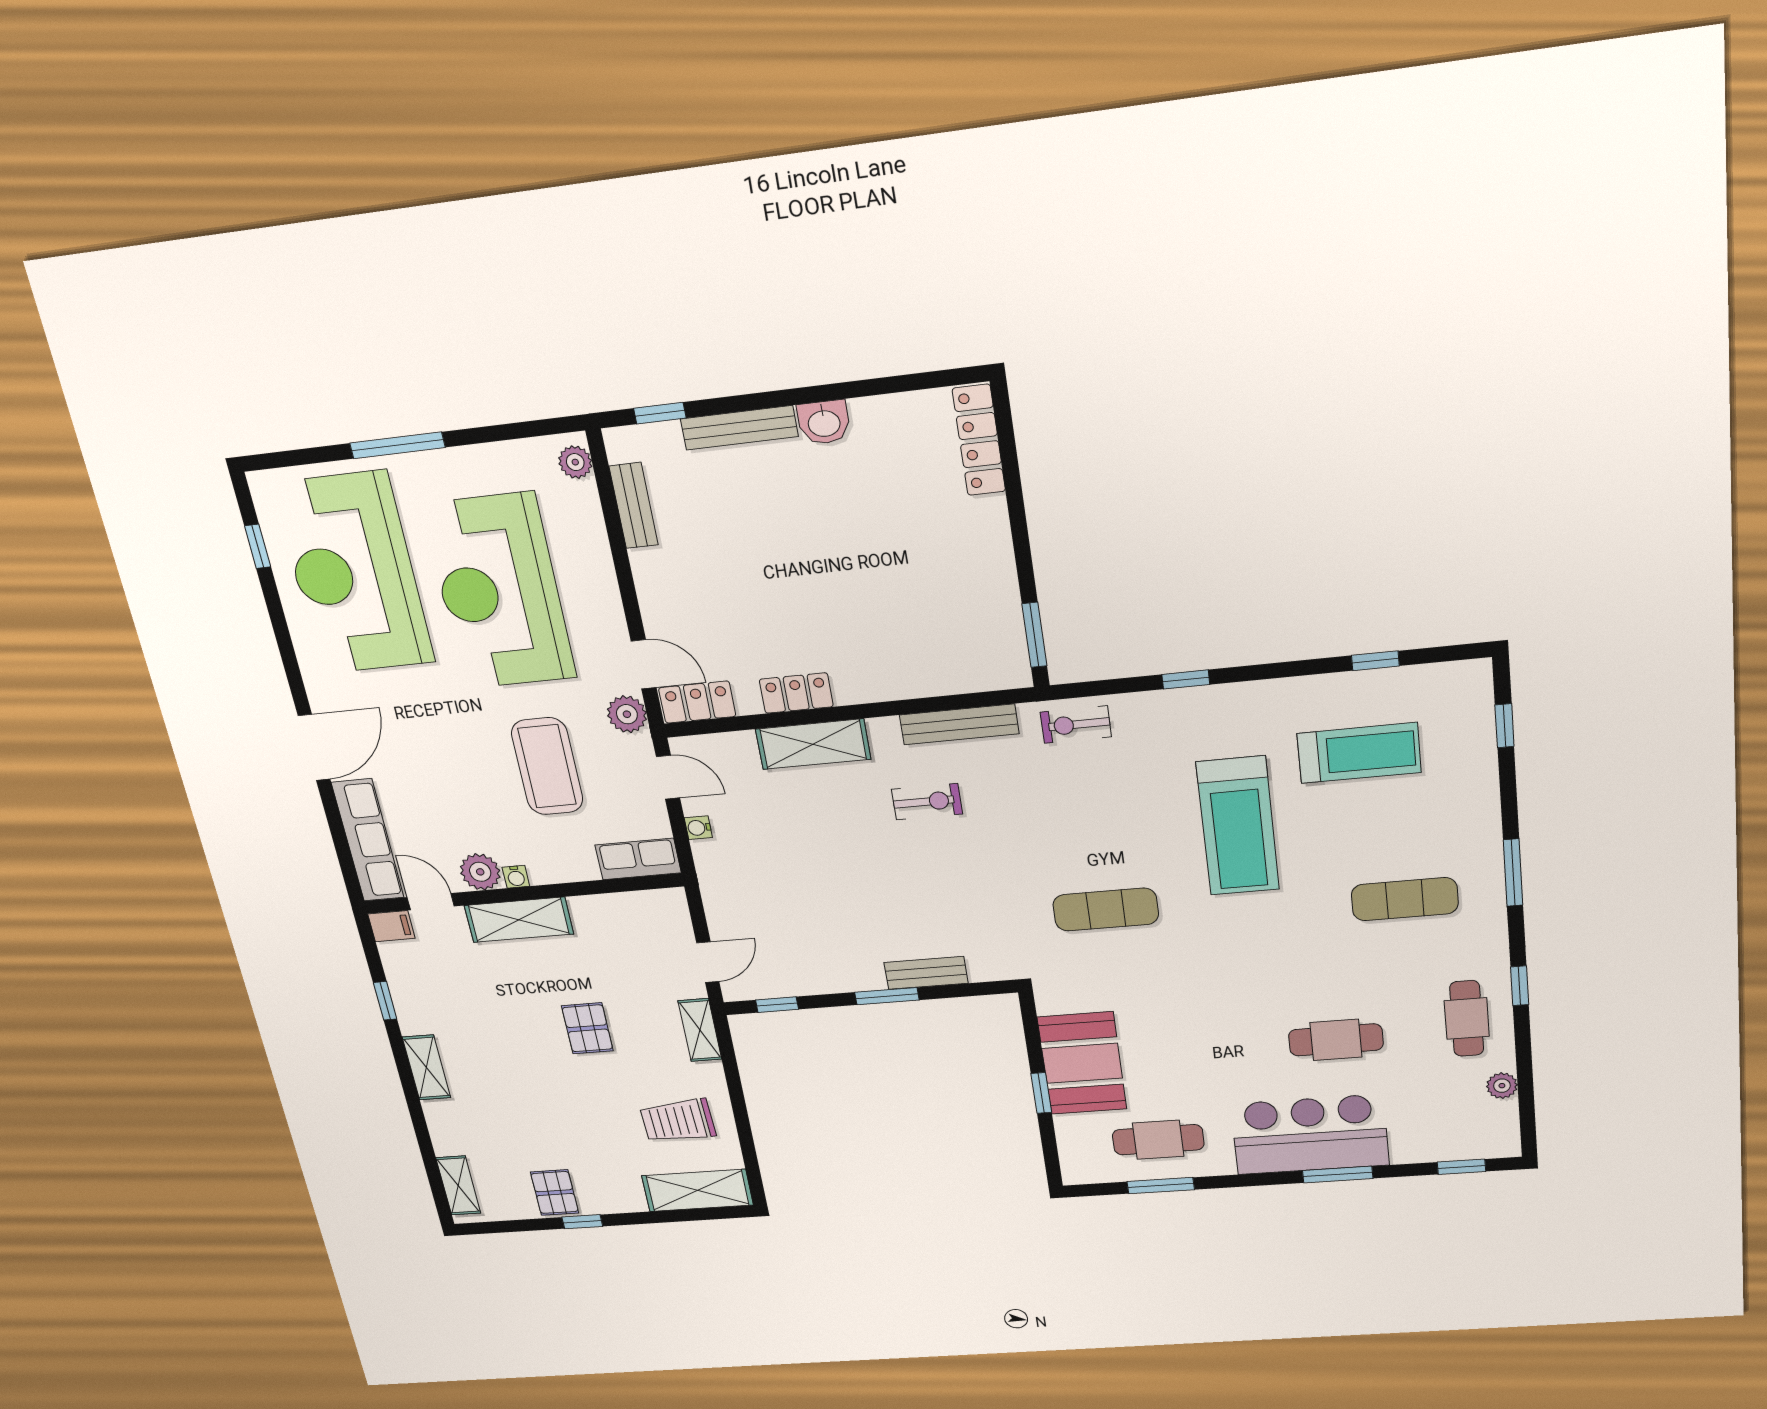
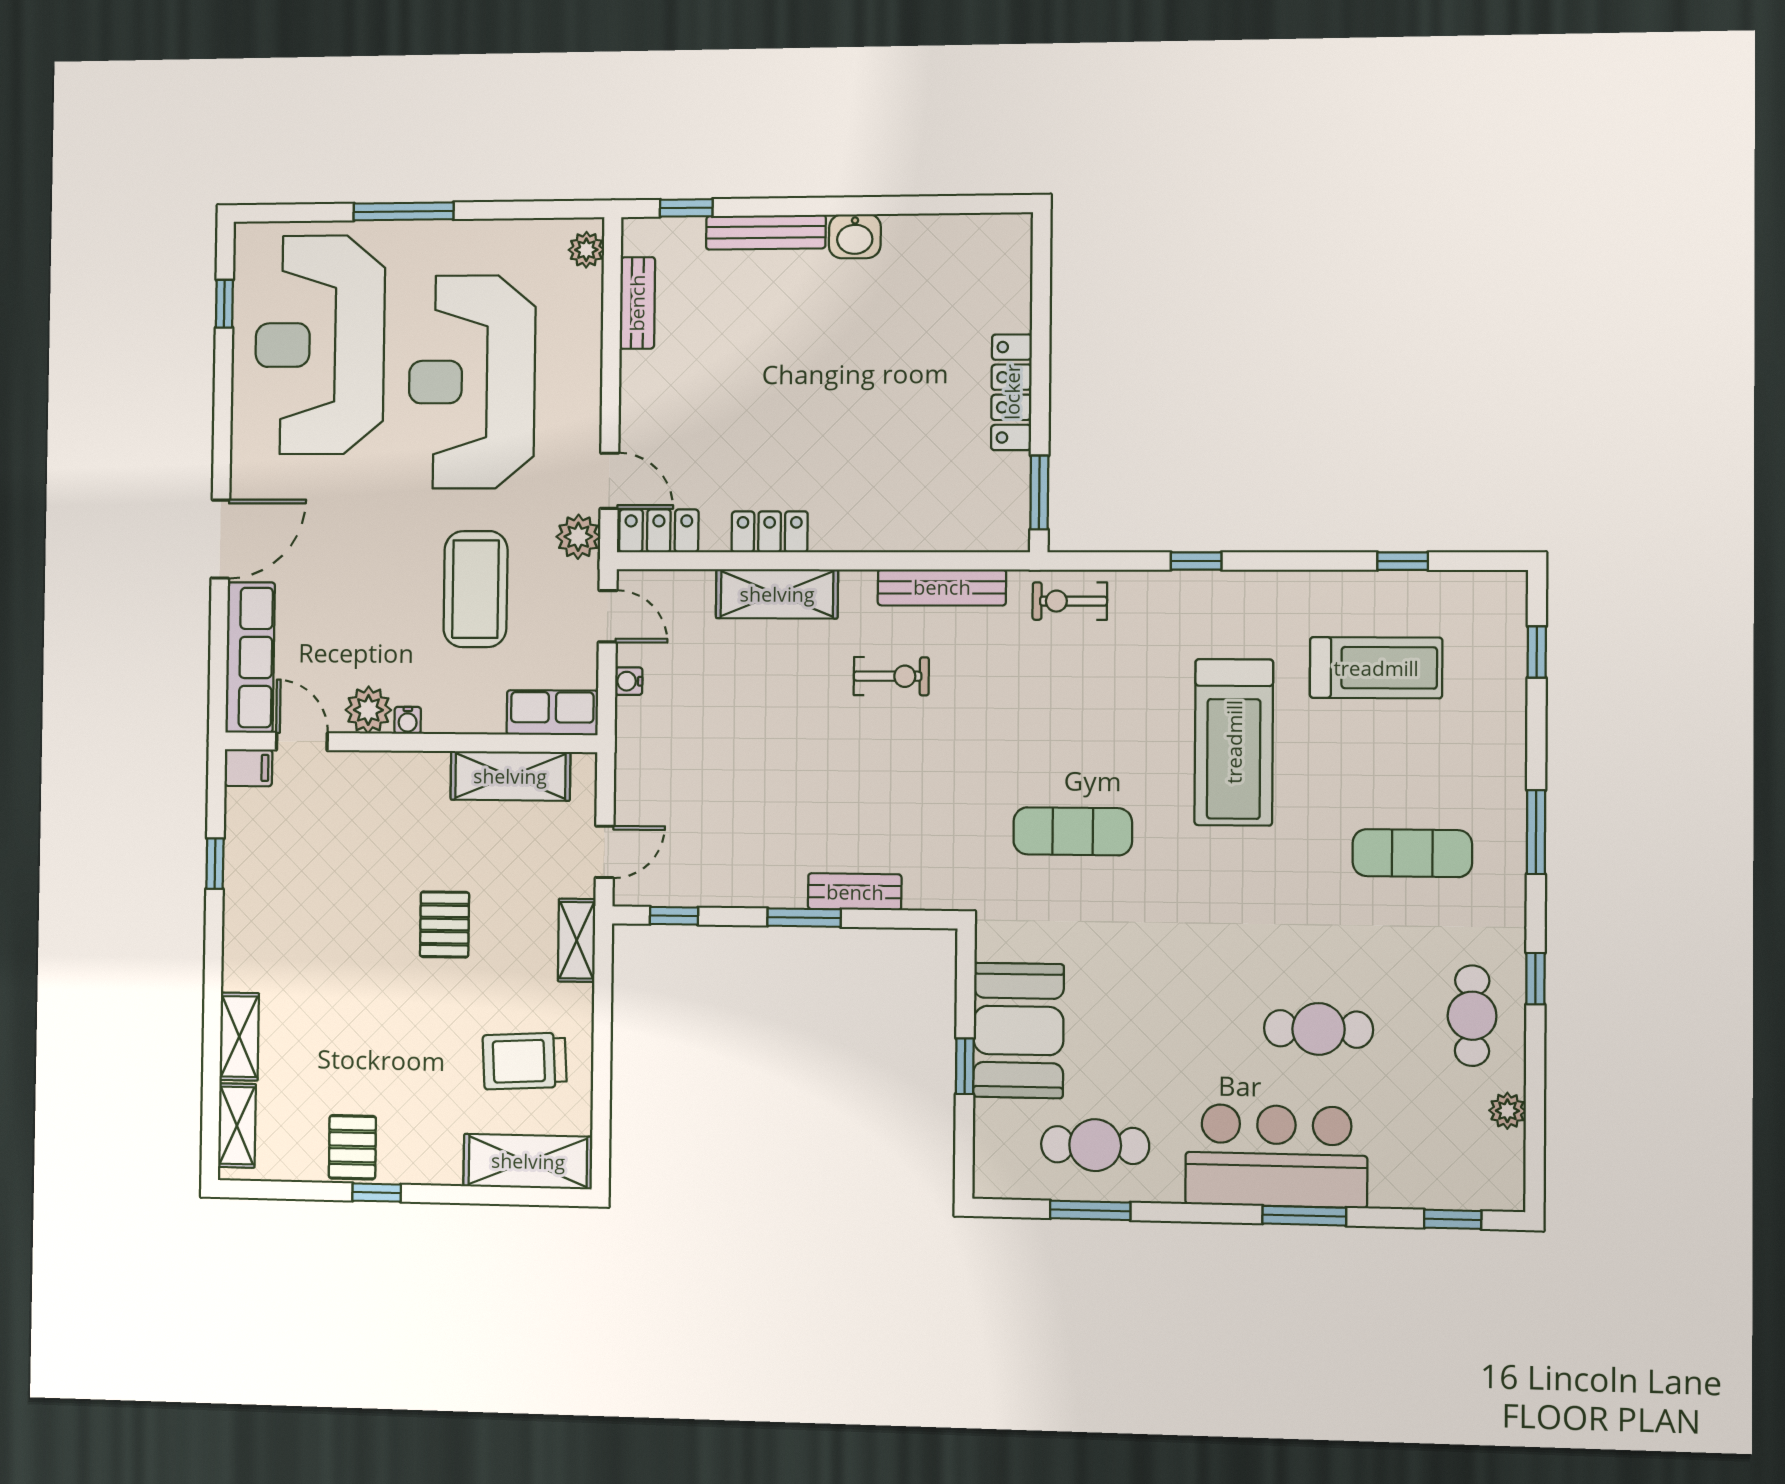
locker: (979, 440) -> (1012, 392), moved
shelving: (519, 920) -> (510, 776), moved
shelving: (426, 1067) -> (239, 1037), moved

